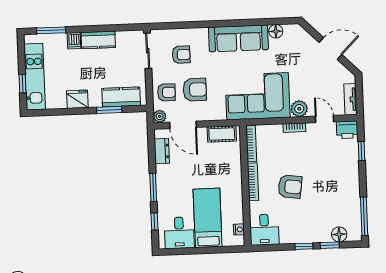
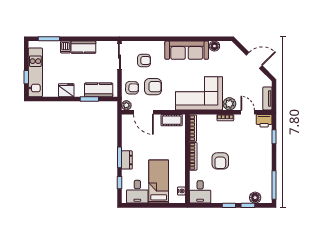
dresser: (162, 151) -> (127, 160), moved
armchair: (290, 187) -> (220, 161), turned 82

